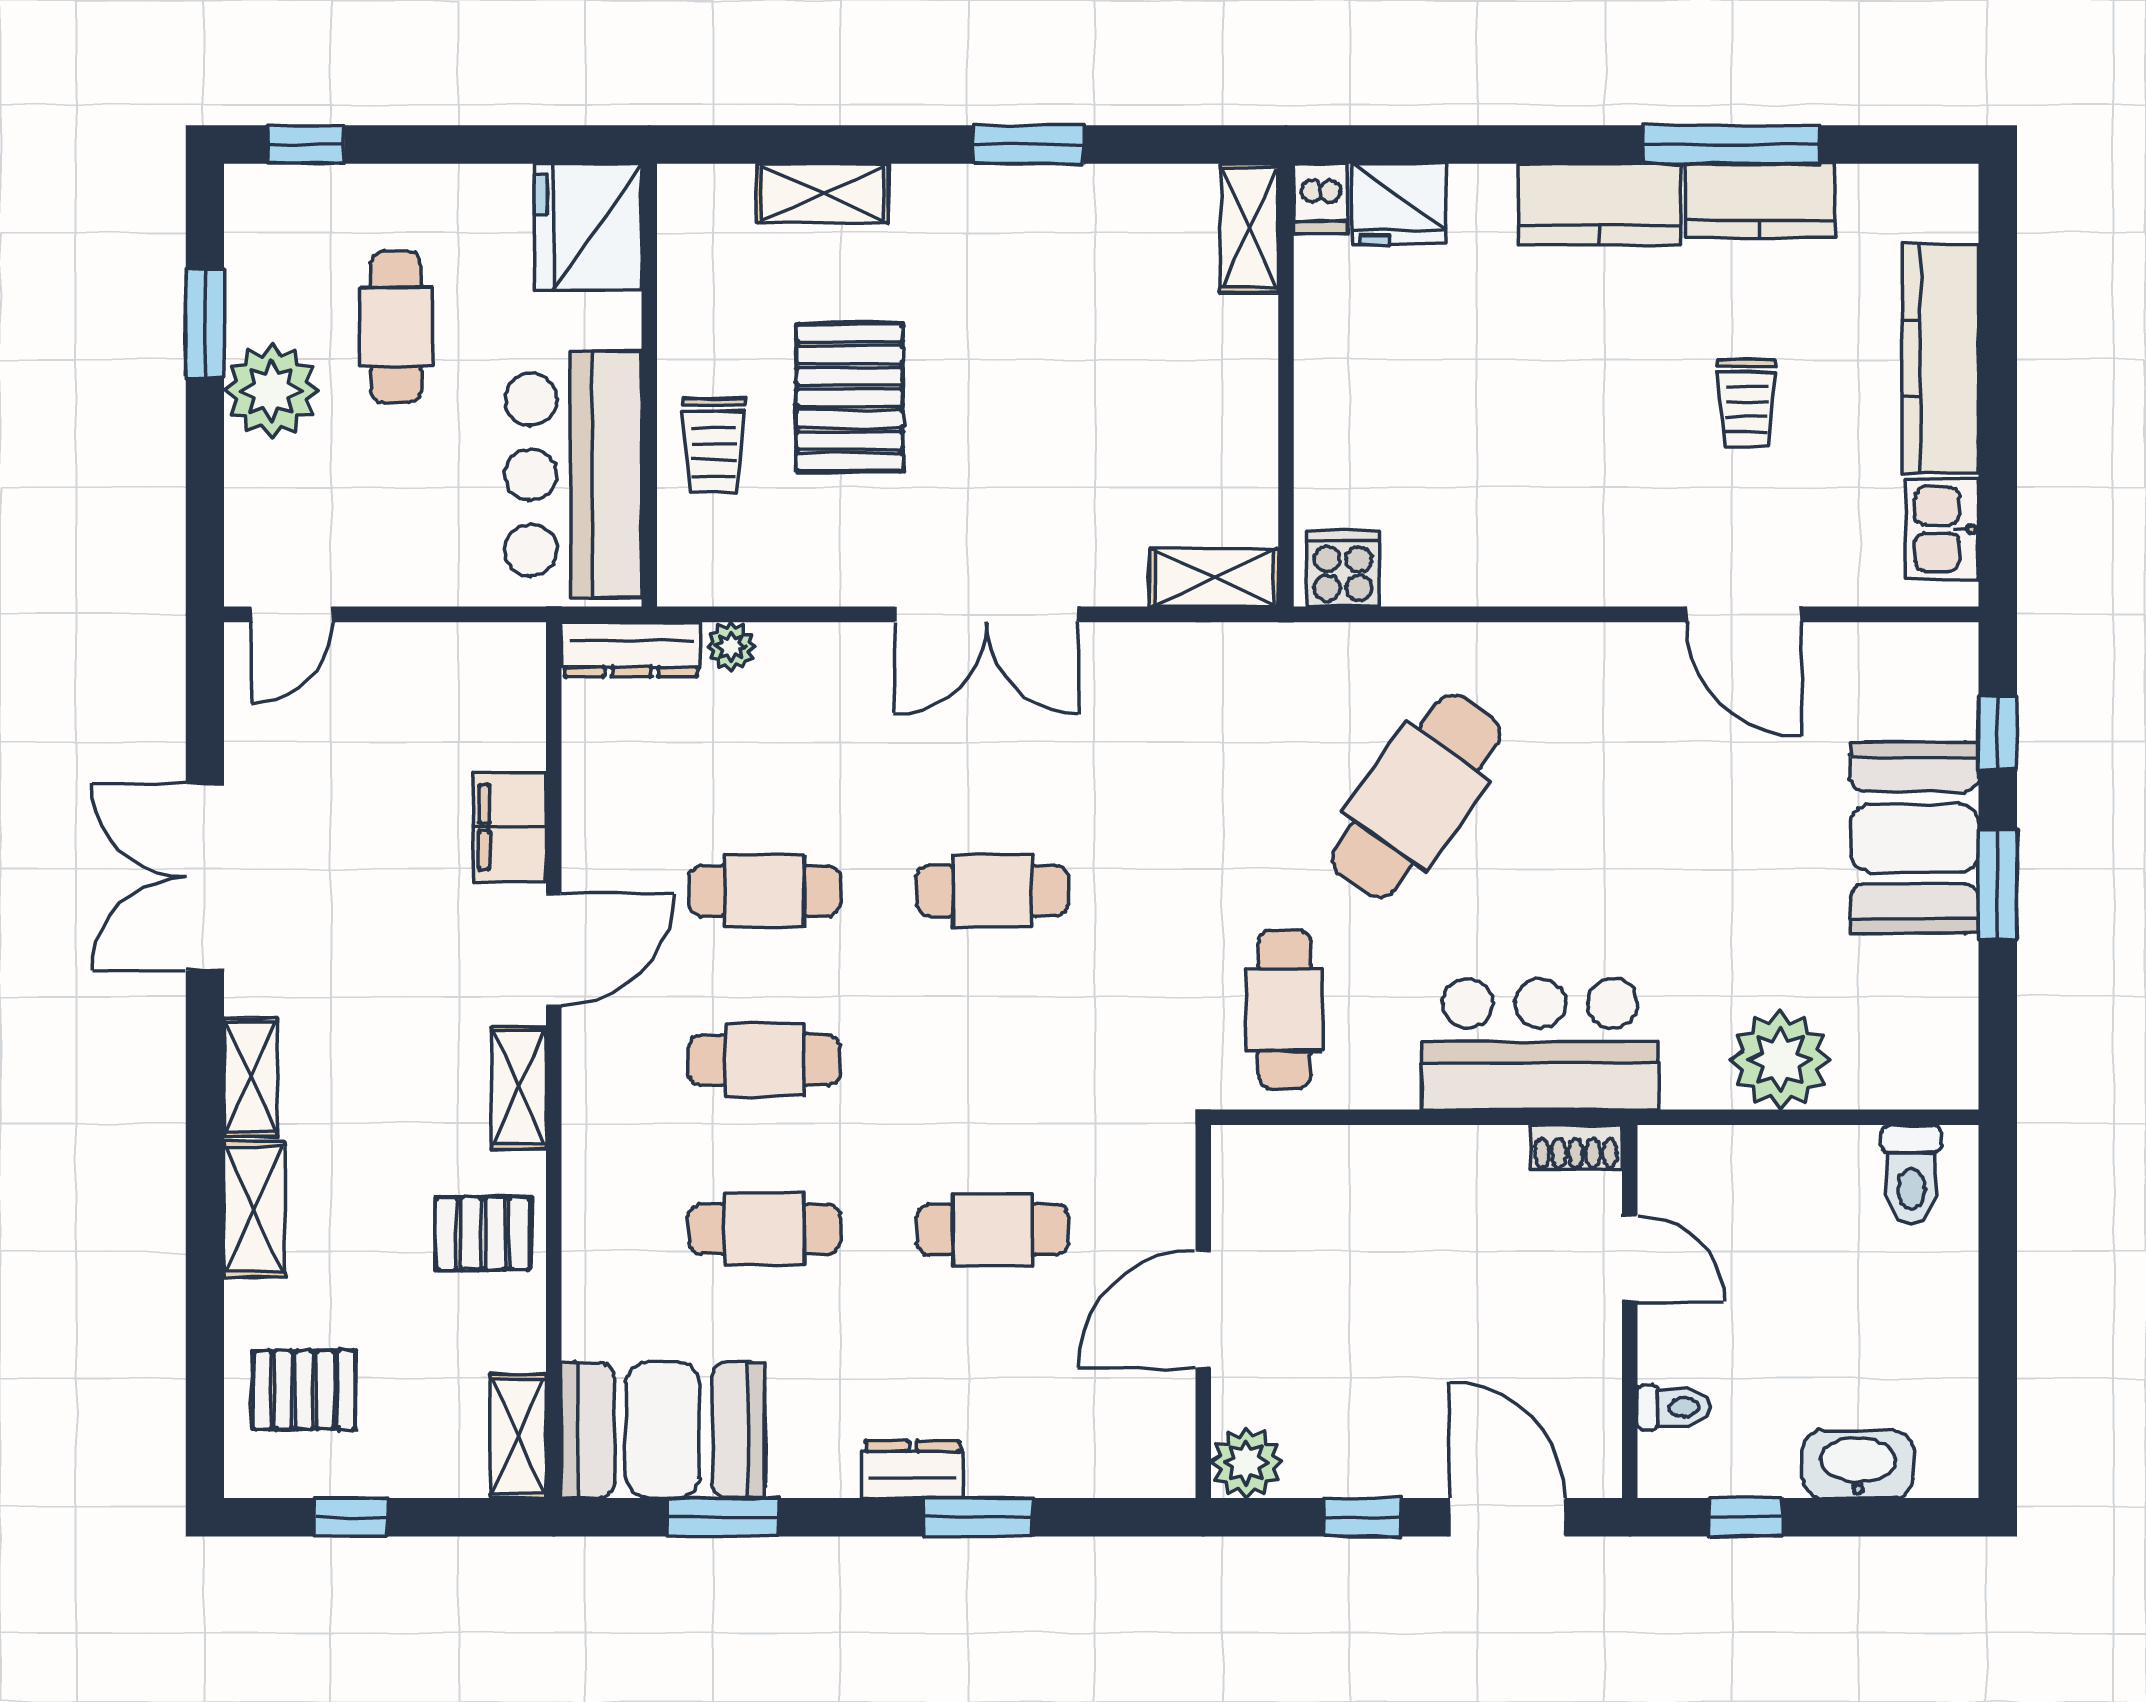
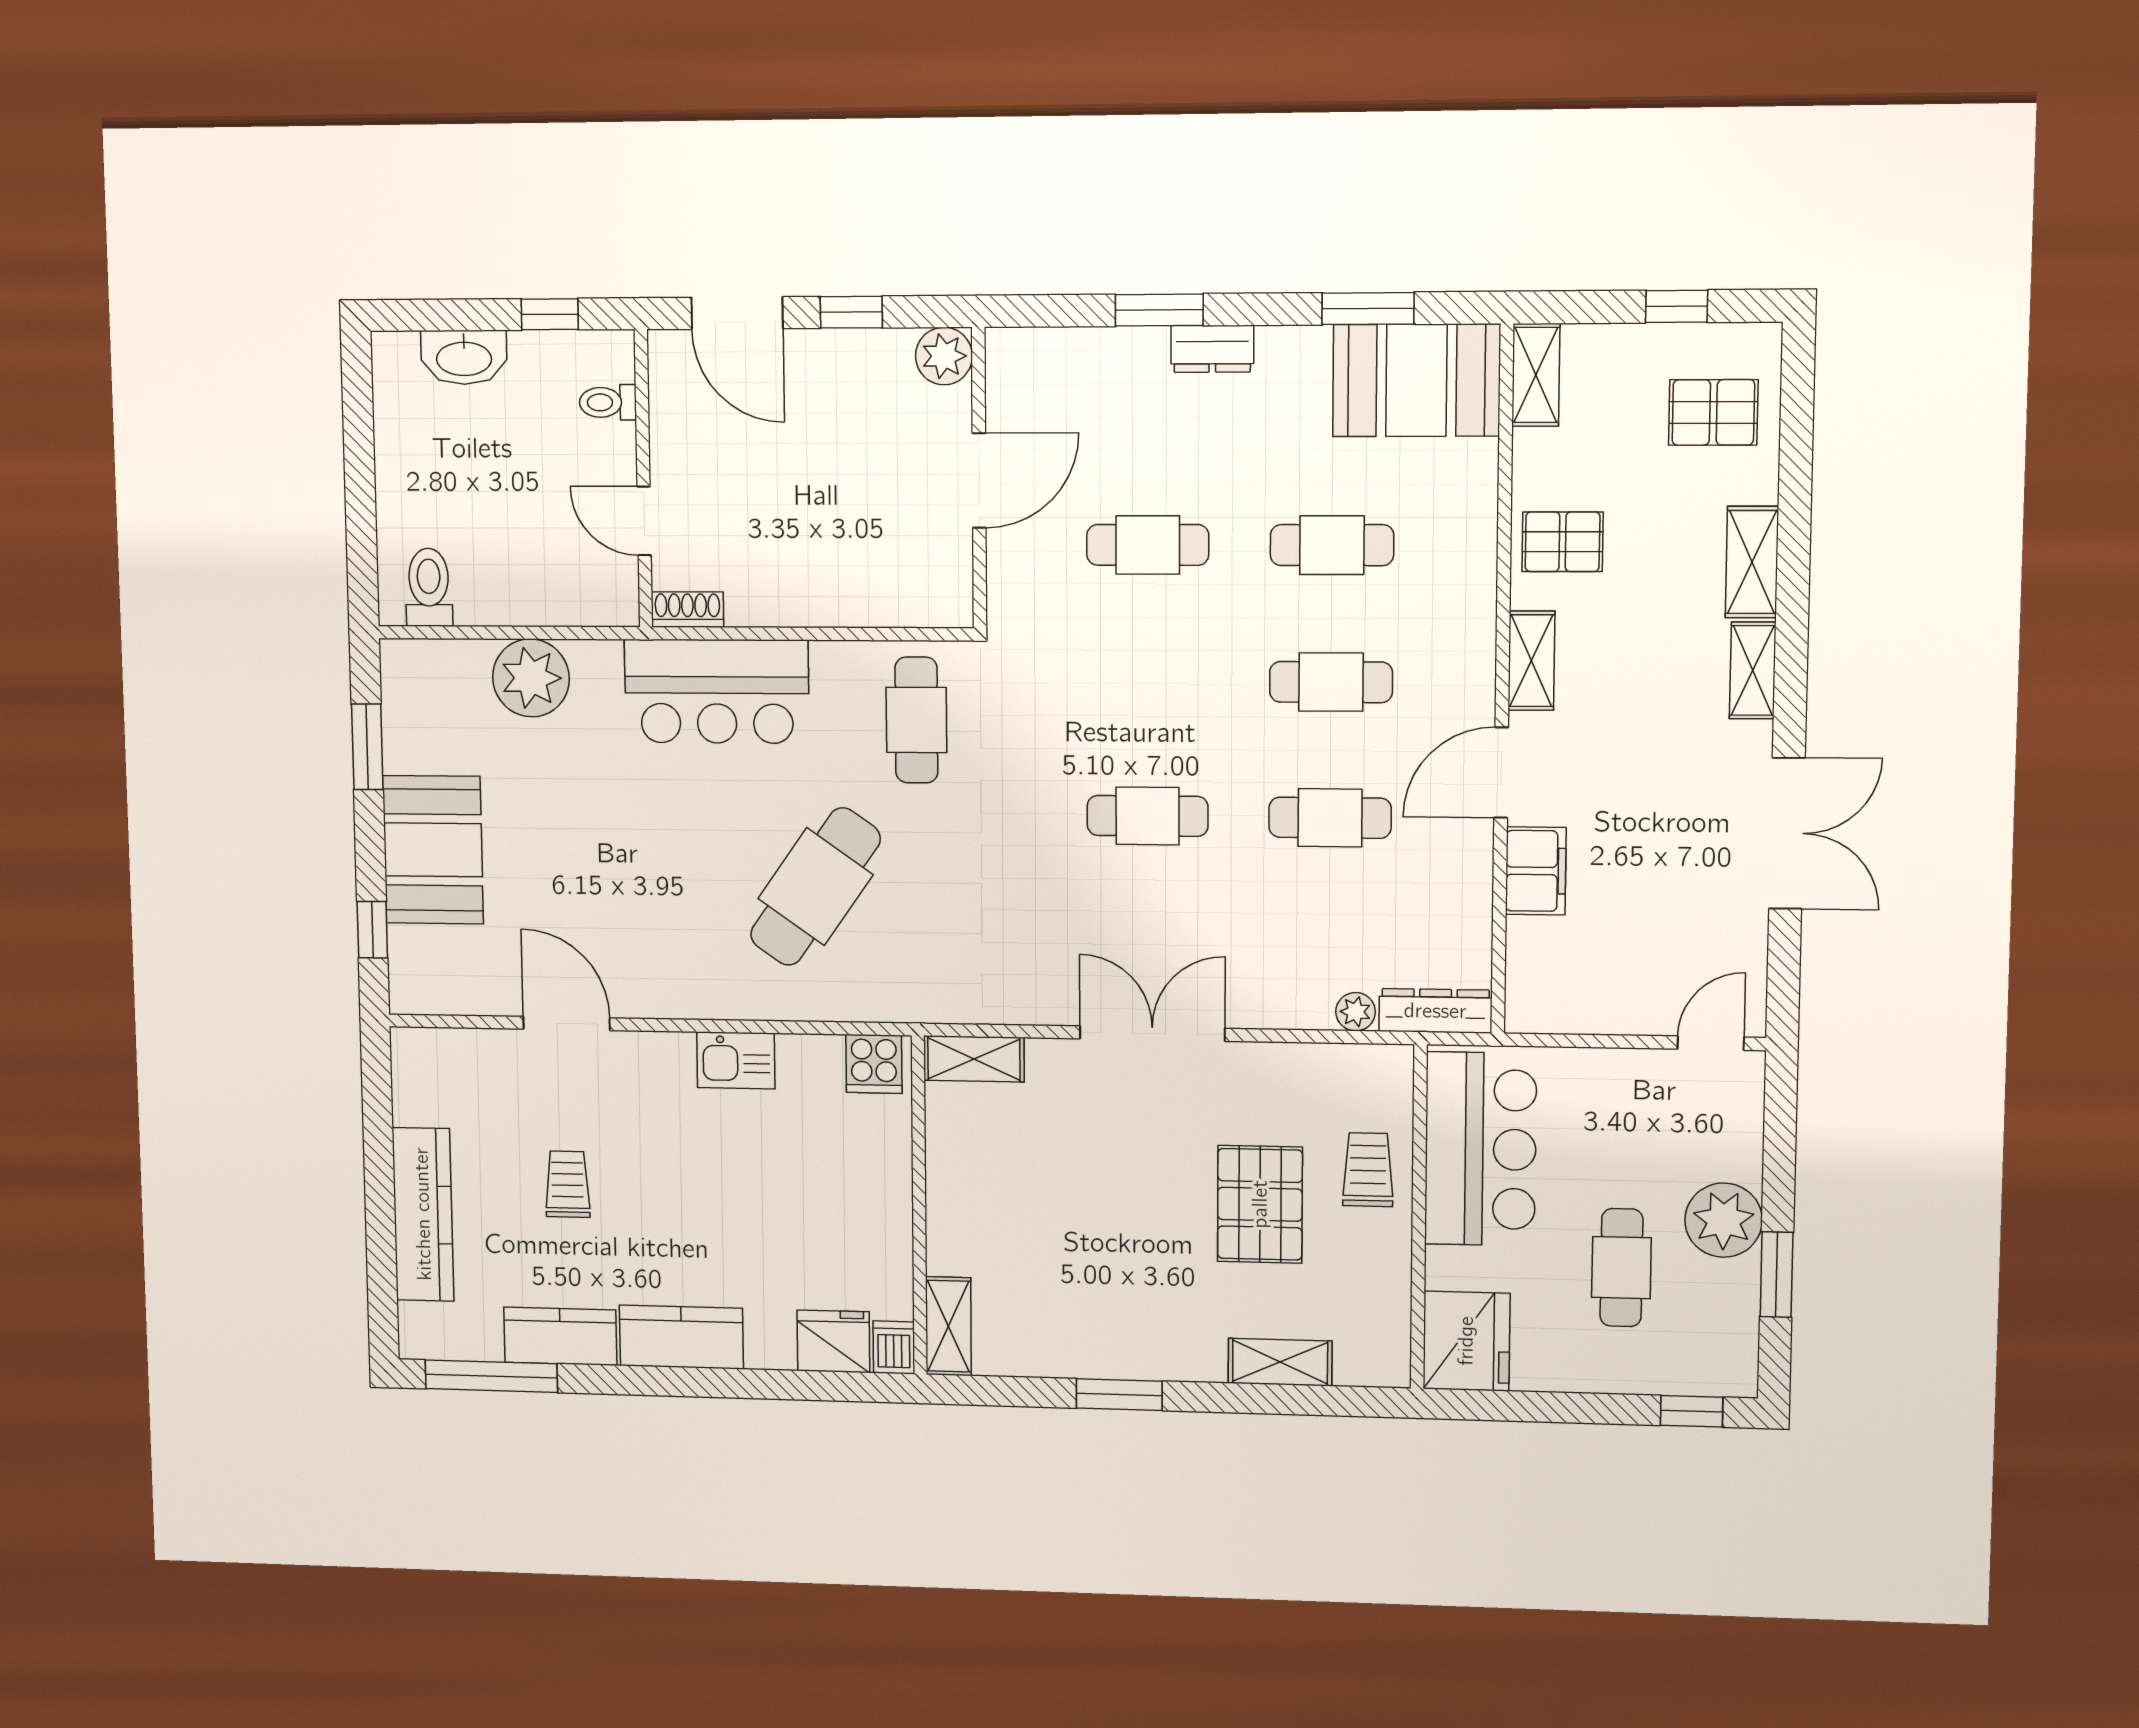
window: (1731, 144) -> (491, 1376), moved
kitchen sink: (1942, 529) -> (736, 1060), moved, turned 90
window: (1998, 884) -> (367, 747), moved

